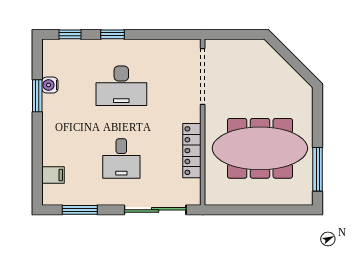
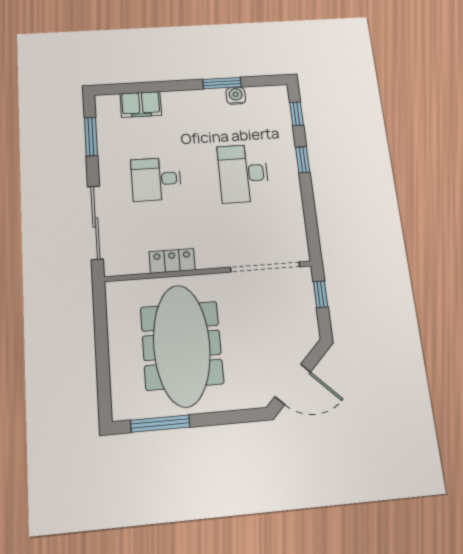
window: (229, 34) -> (321, 294), added
door: (297, 65) -> (293, 384), added
locker: (192, 151) -> (172, 261), width x0.66
filing cabinet: (53, 175) -> (141, 104), width x2.00

